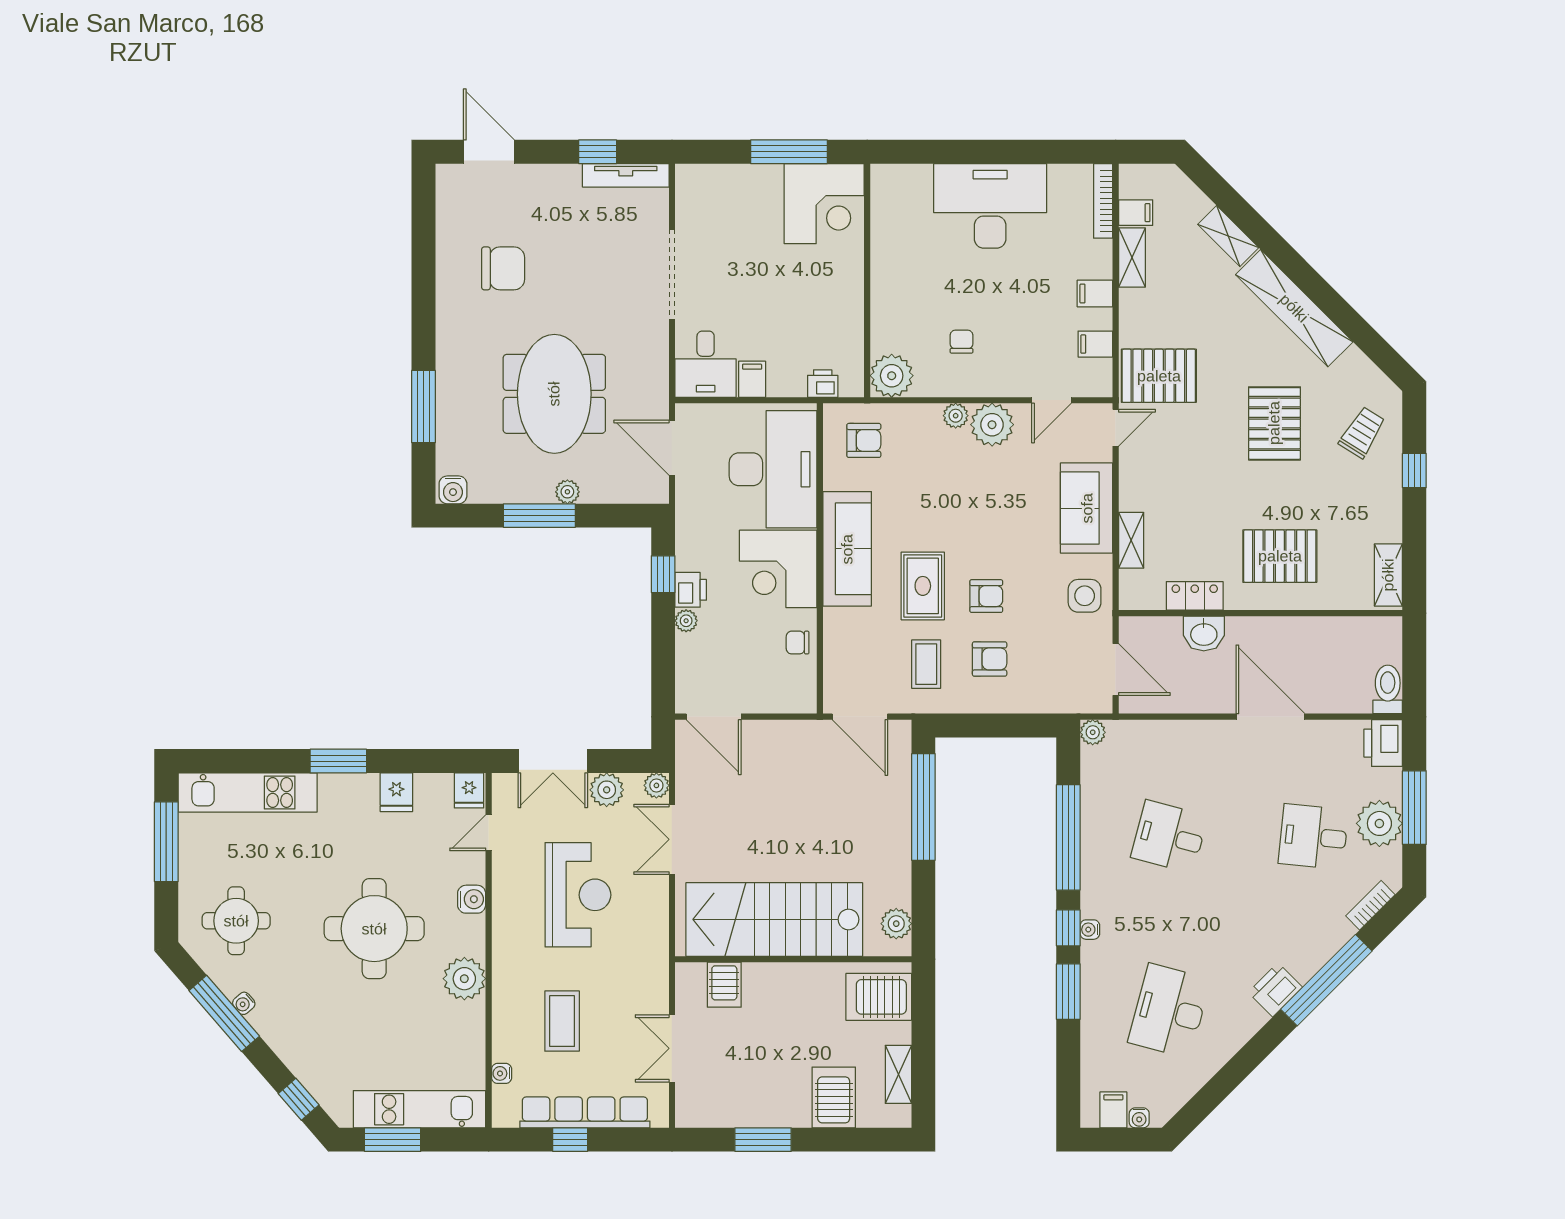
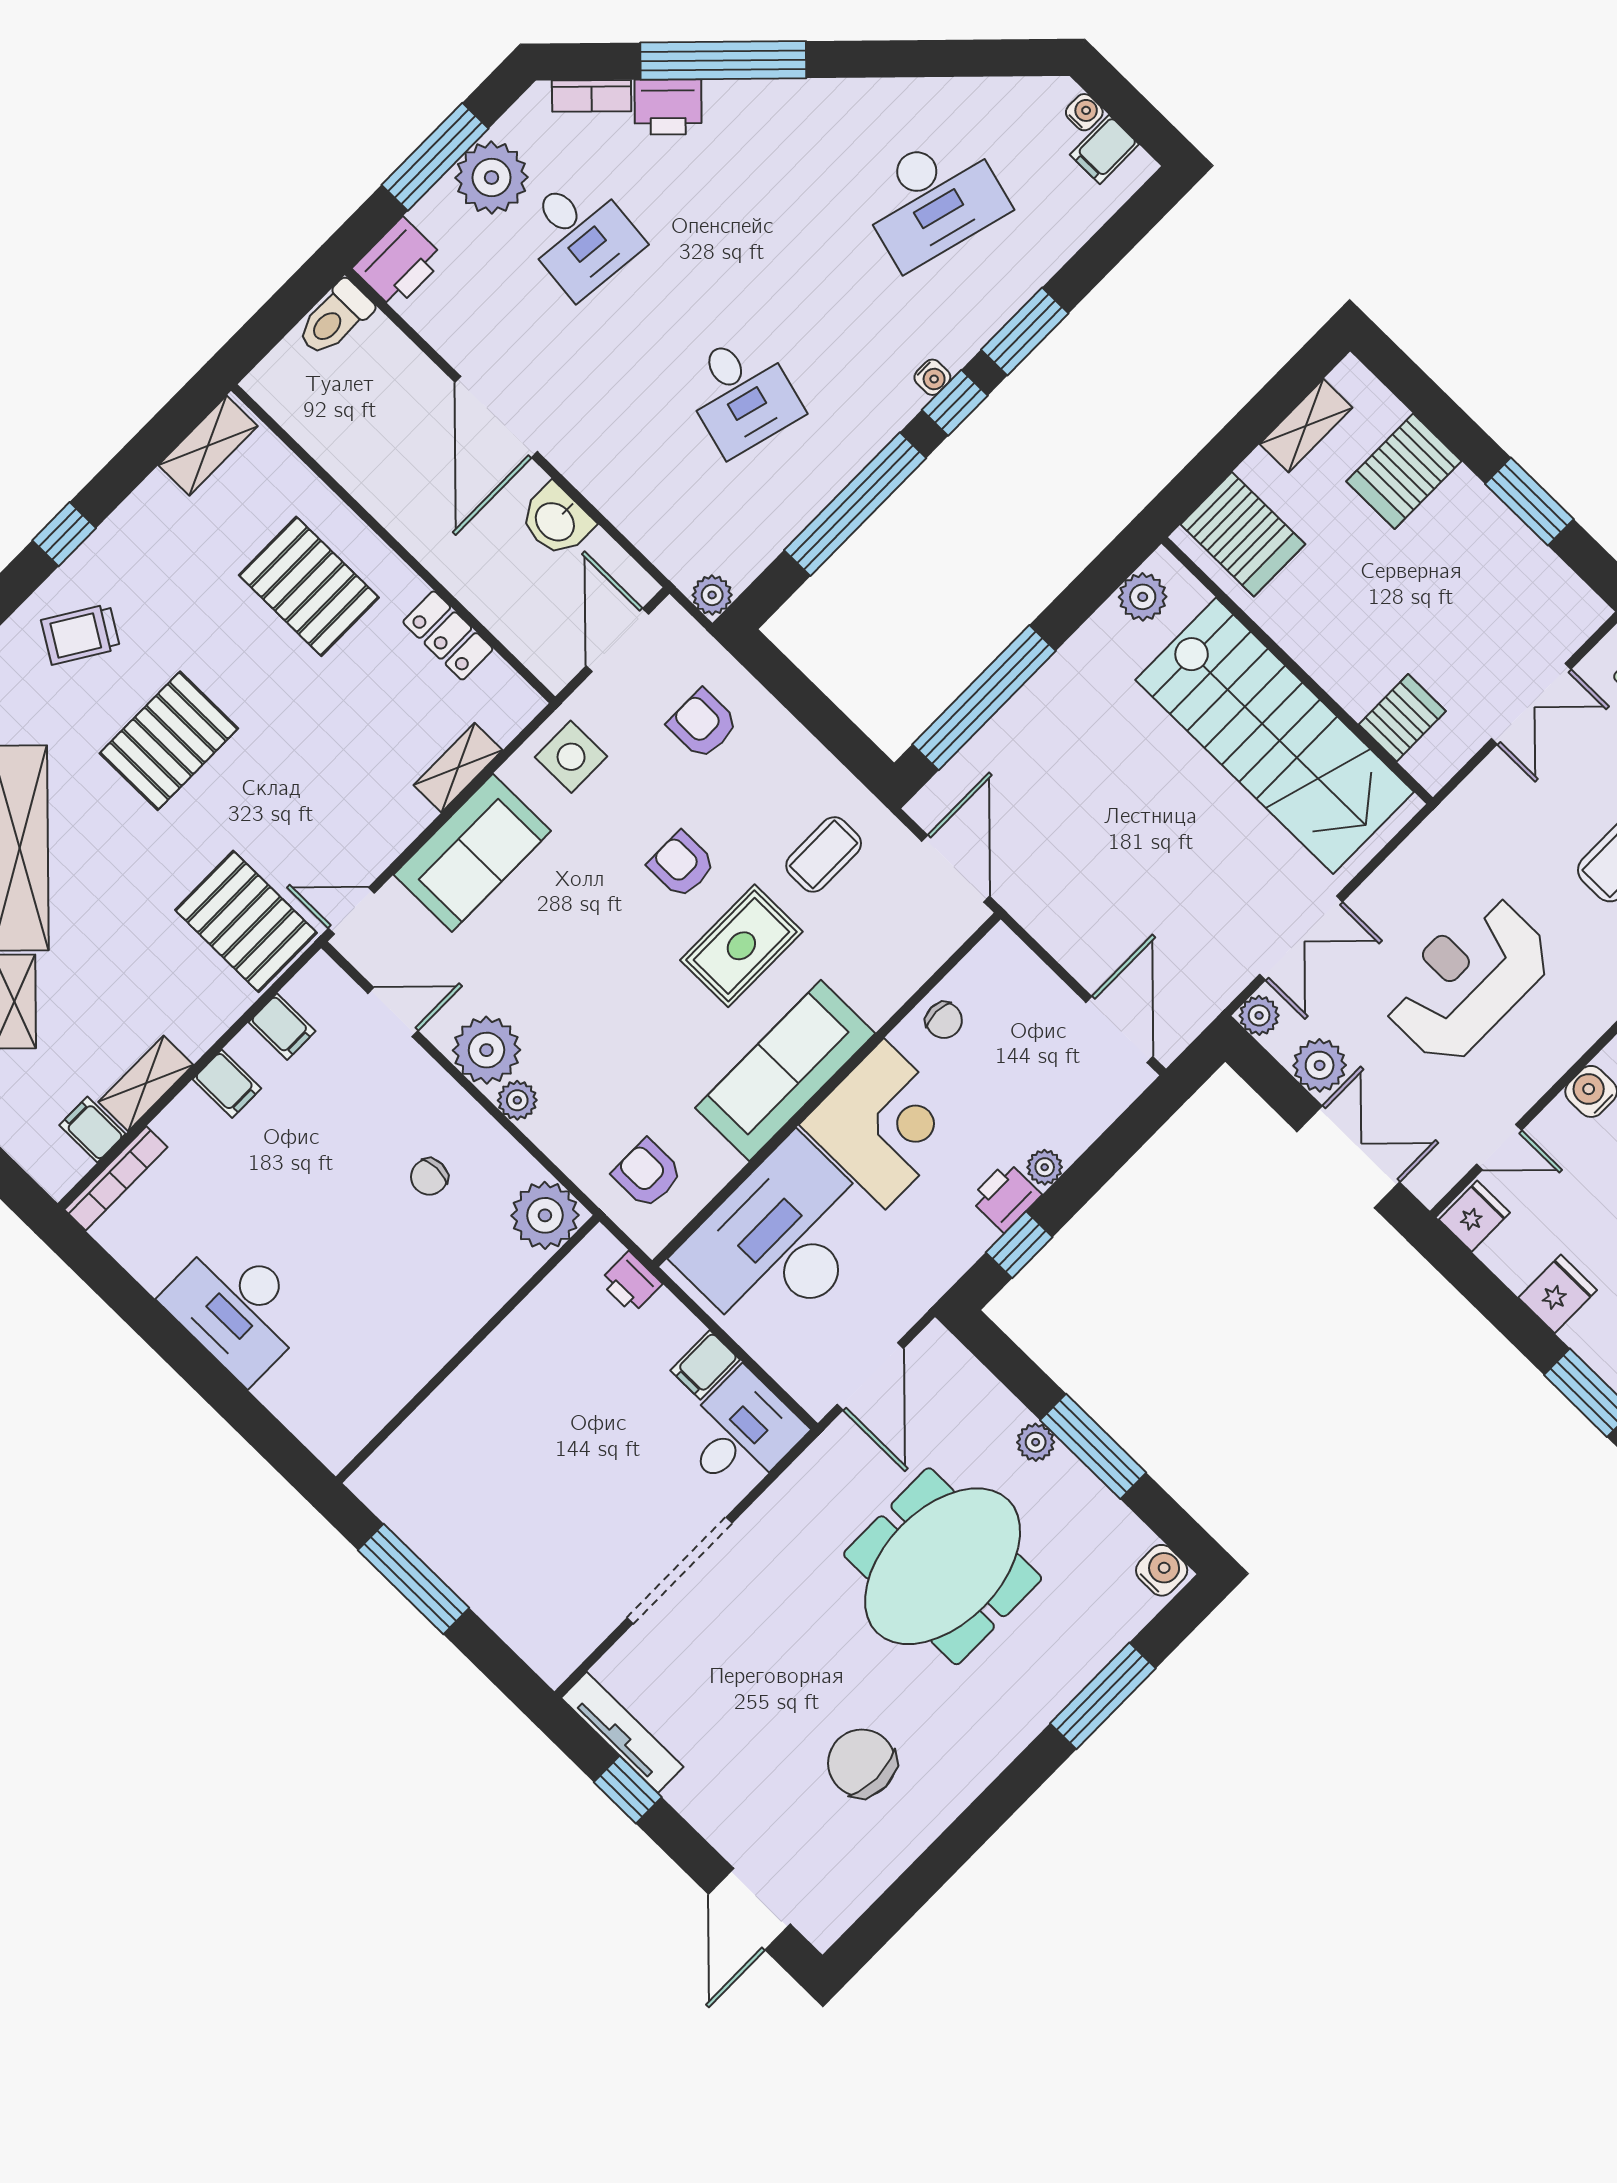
corner desk: (824, 204) -> (431, 1482), removed
desk: (990, 206) -> (237, 1308), width x0.73, depth x0.77
washbasin: (1204, 634) -> (556, 521), moved, turned 180
armchair: (990, 659) -> (703, 724), moved
printer: (1275, 990) -> (668, 107), moved

